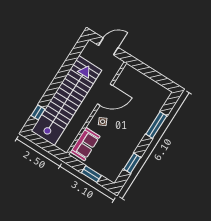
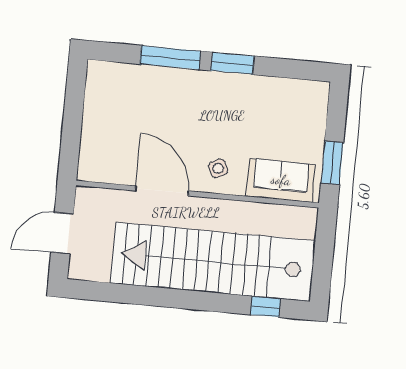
door: (108, 46) -> (62, 233), hinge flipped
window: (132, 163) -> (232, 63), moved
window: (91, 174) -> (332, 163), moved

